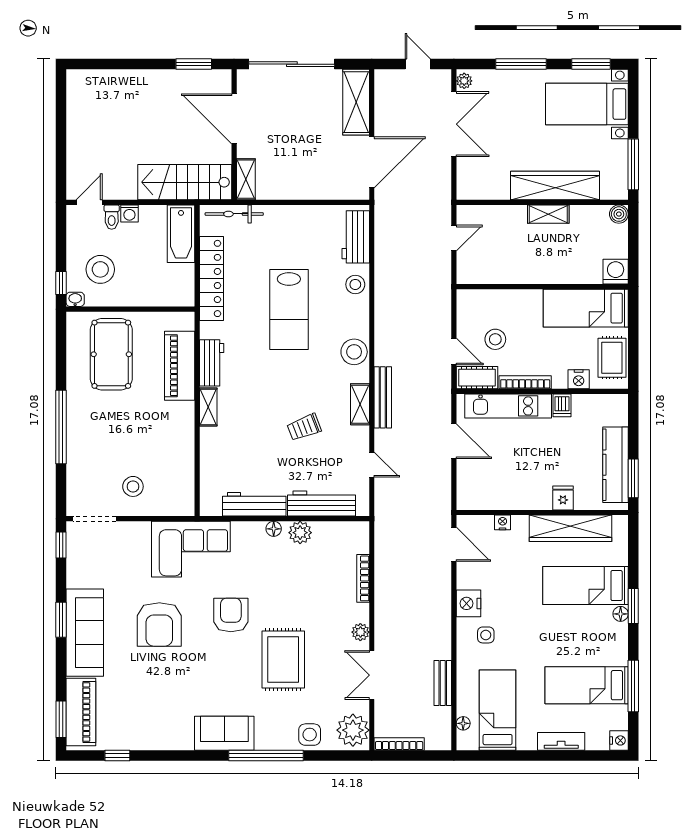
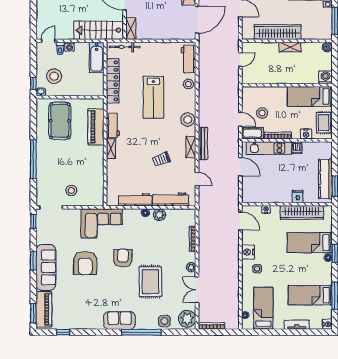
wardrobe: (555, 185) -> (278, 32), moved
bench: (443, 683) -> (234, 294), removed

